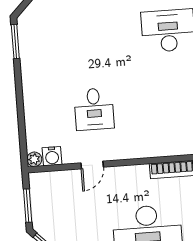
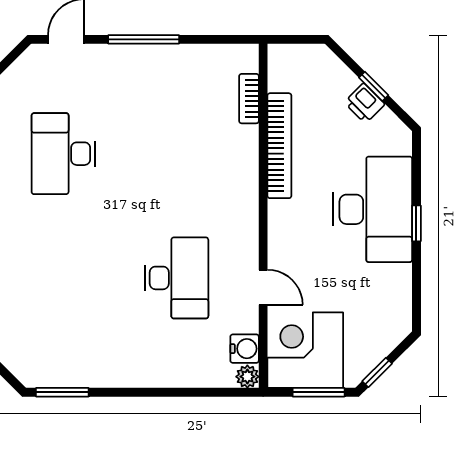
desk: (94, 109) -> (176, 278), width x1.37
corner desk: (54, 195) -> (305, 350), added

